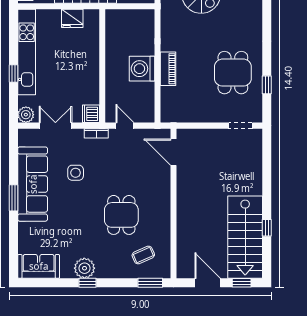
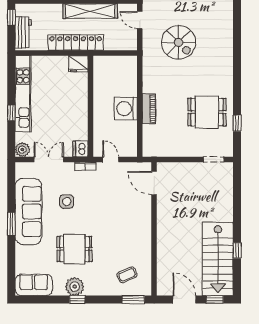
fridge: (72, 18) -> (78, 64), moved
dining table: (233, 73) -> (207, 112), turned 90
dining table: (121, 215) -> (74, 249), moved, turned 90

